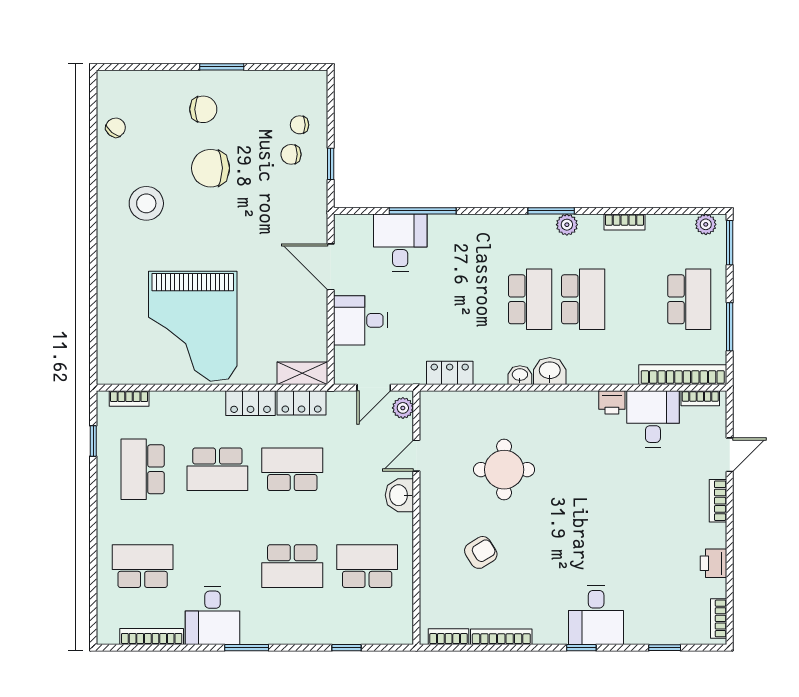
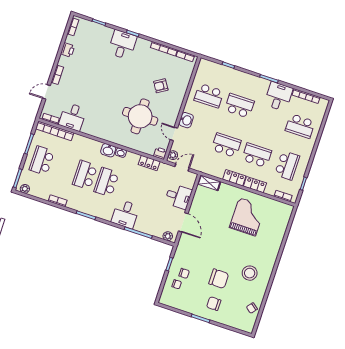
plant: (567, 225) -> (168, 236), moved
desk: (400, 243) -> (125, 214), moved
grand piano: (193, 326) -> (247, 217), width x0.73, depth x0.68
printer: (612, 402) -> (160, 153), moved
locker: (302, 403) -> (255, 185), moved
door: (416, 456) -> (174, 134), swing flipped
school desk: (292, 469) -> (226, 145), turned 180
round table: (504, 470) -> (140, 116), width x1.36, depth x1.36

